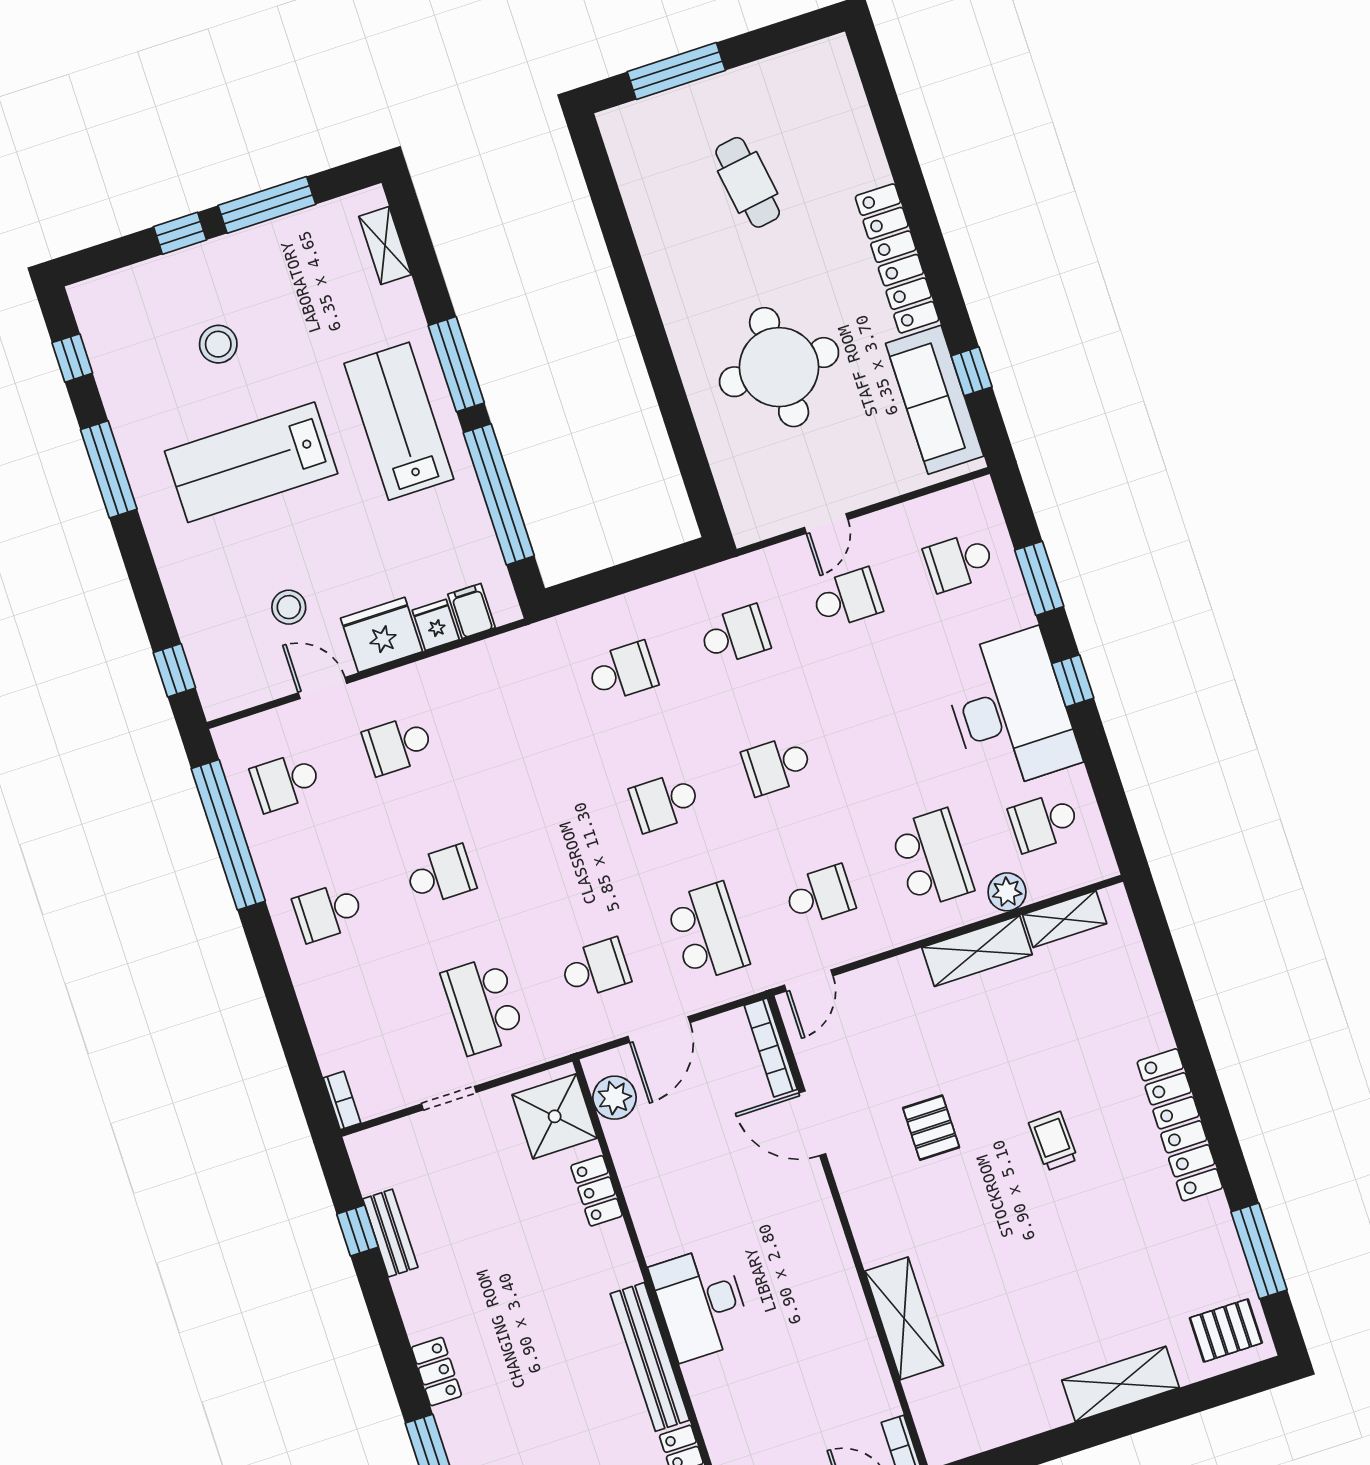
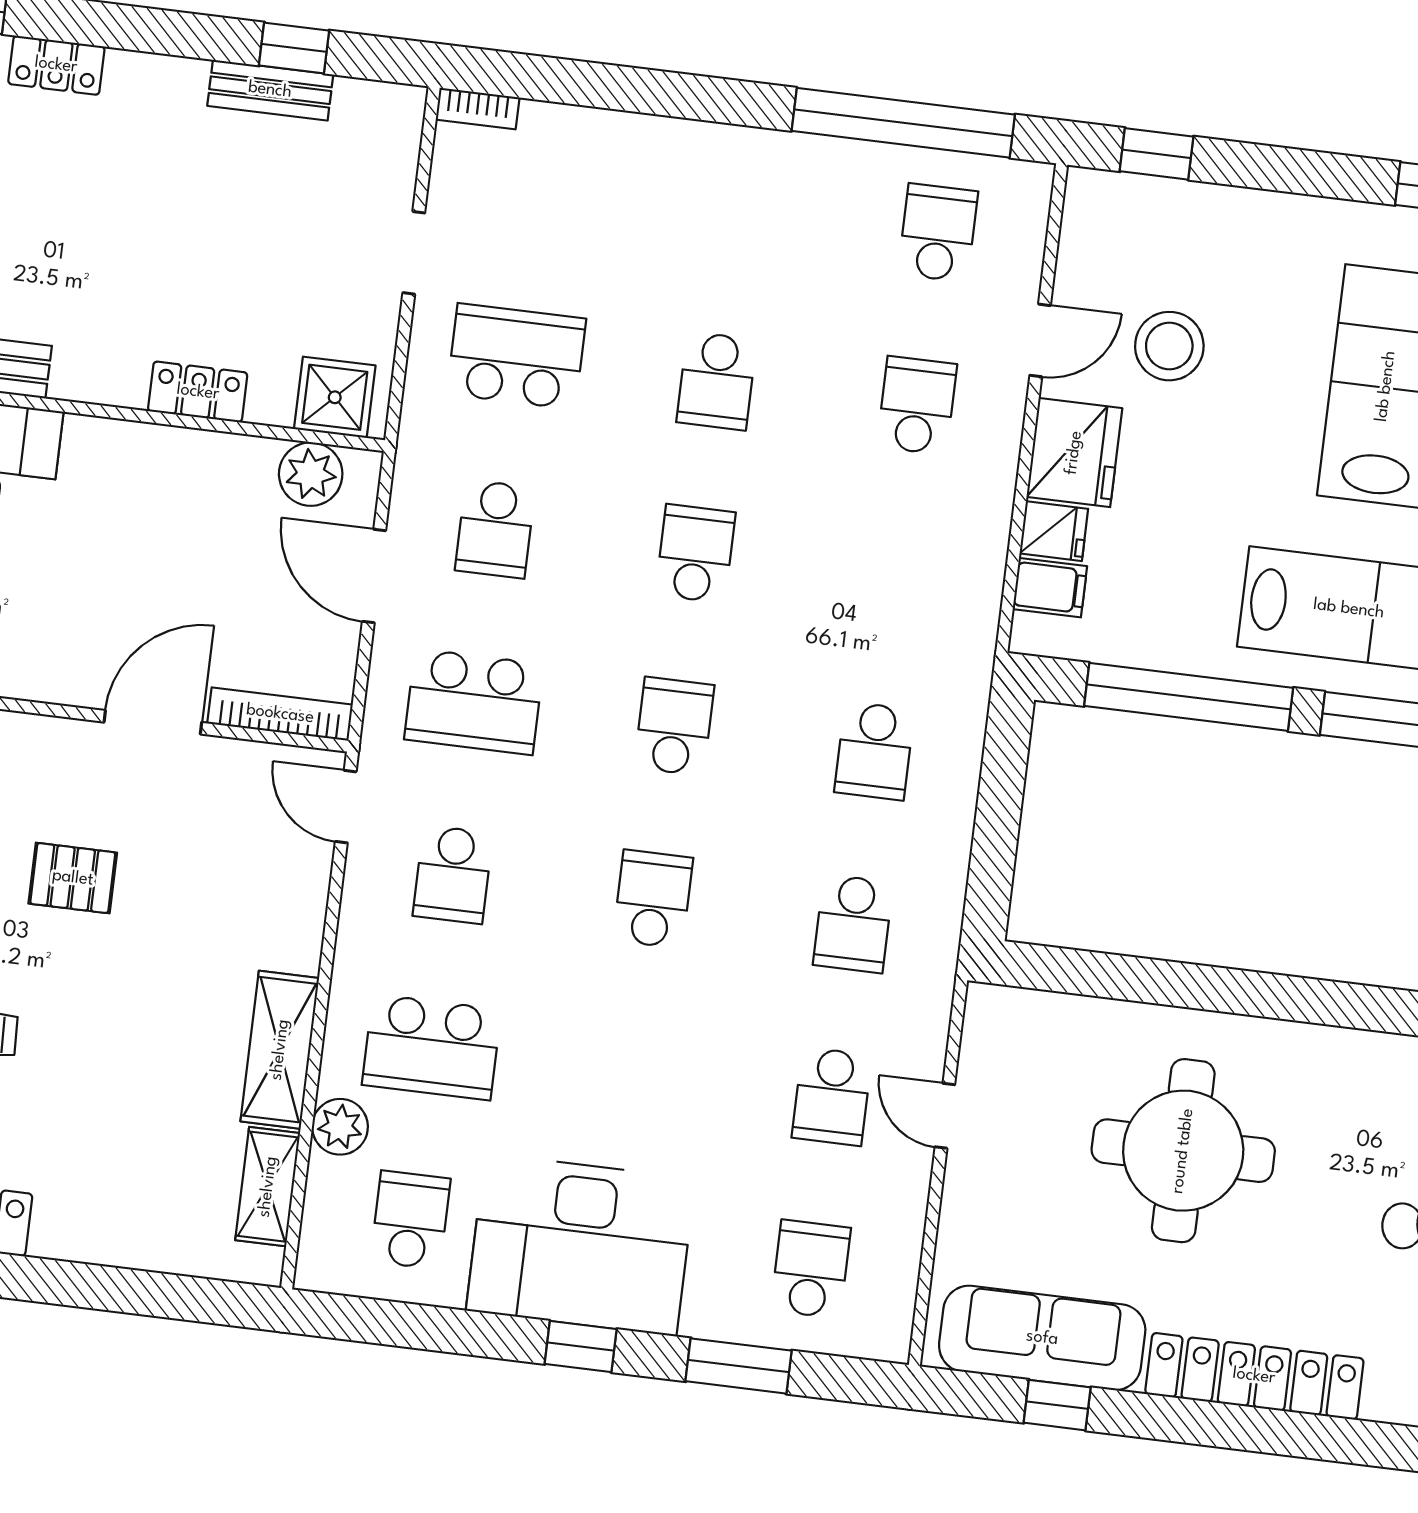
stool: (289, 607) -> (1169, 346), width x1.38, depth x1.38
school desk: (328, 912) -> (695, 554), moved
shower: (555, 1116) -> (335, 397), width x0.73, depth x0.73

